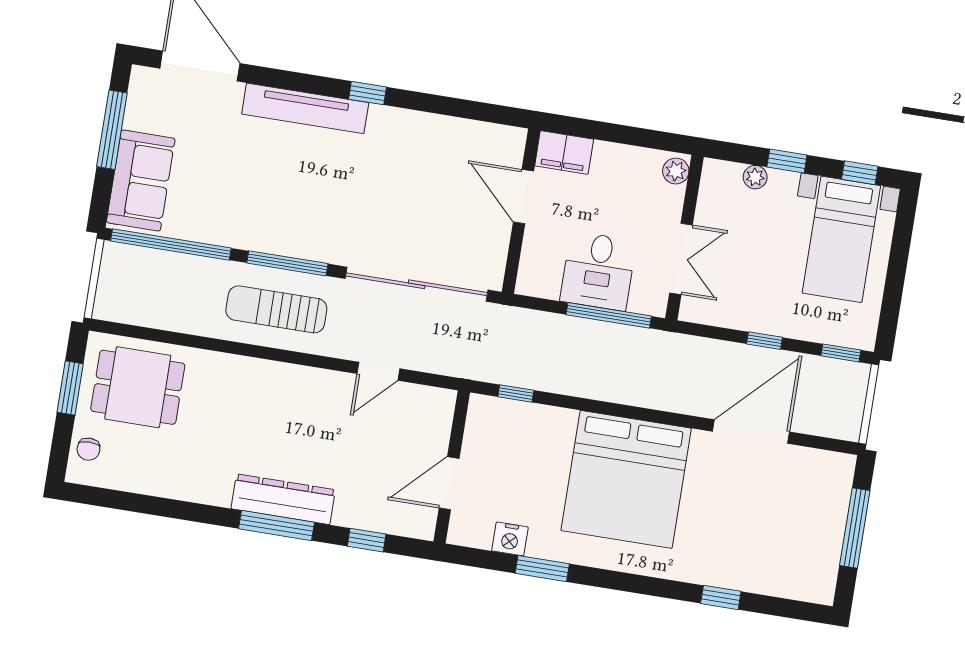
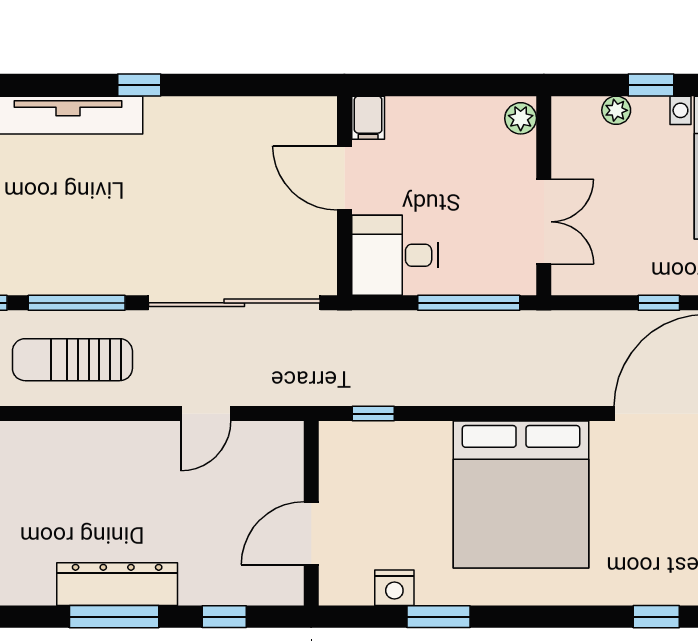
filing cabinet: (564, 152) -> (368, 118), width x0.50
desk: (598, 271) -> (395, 255), moved, turned 90

